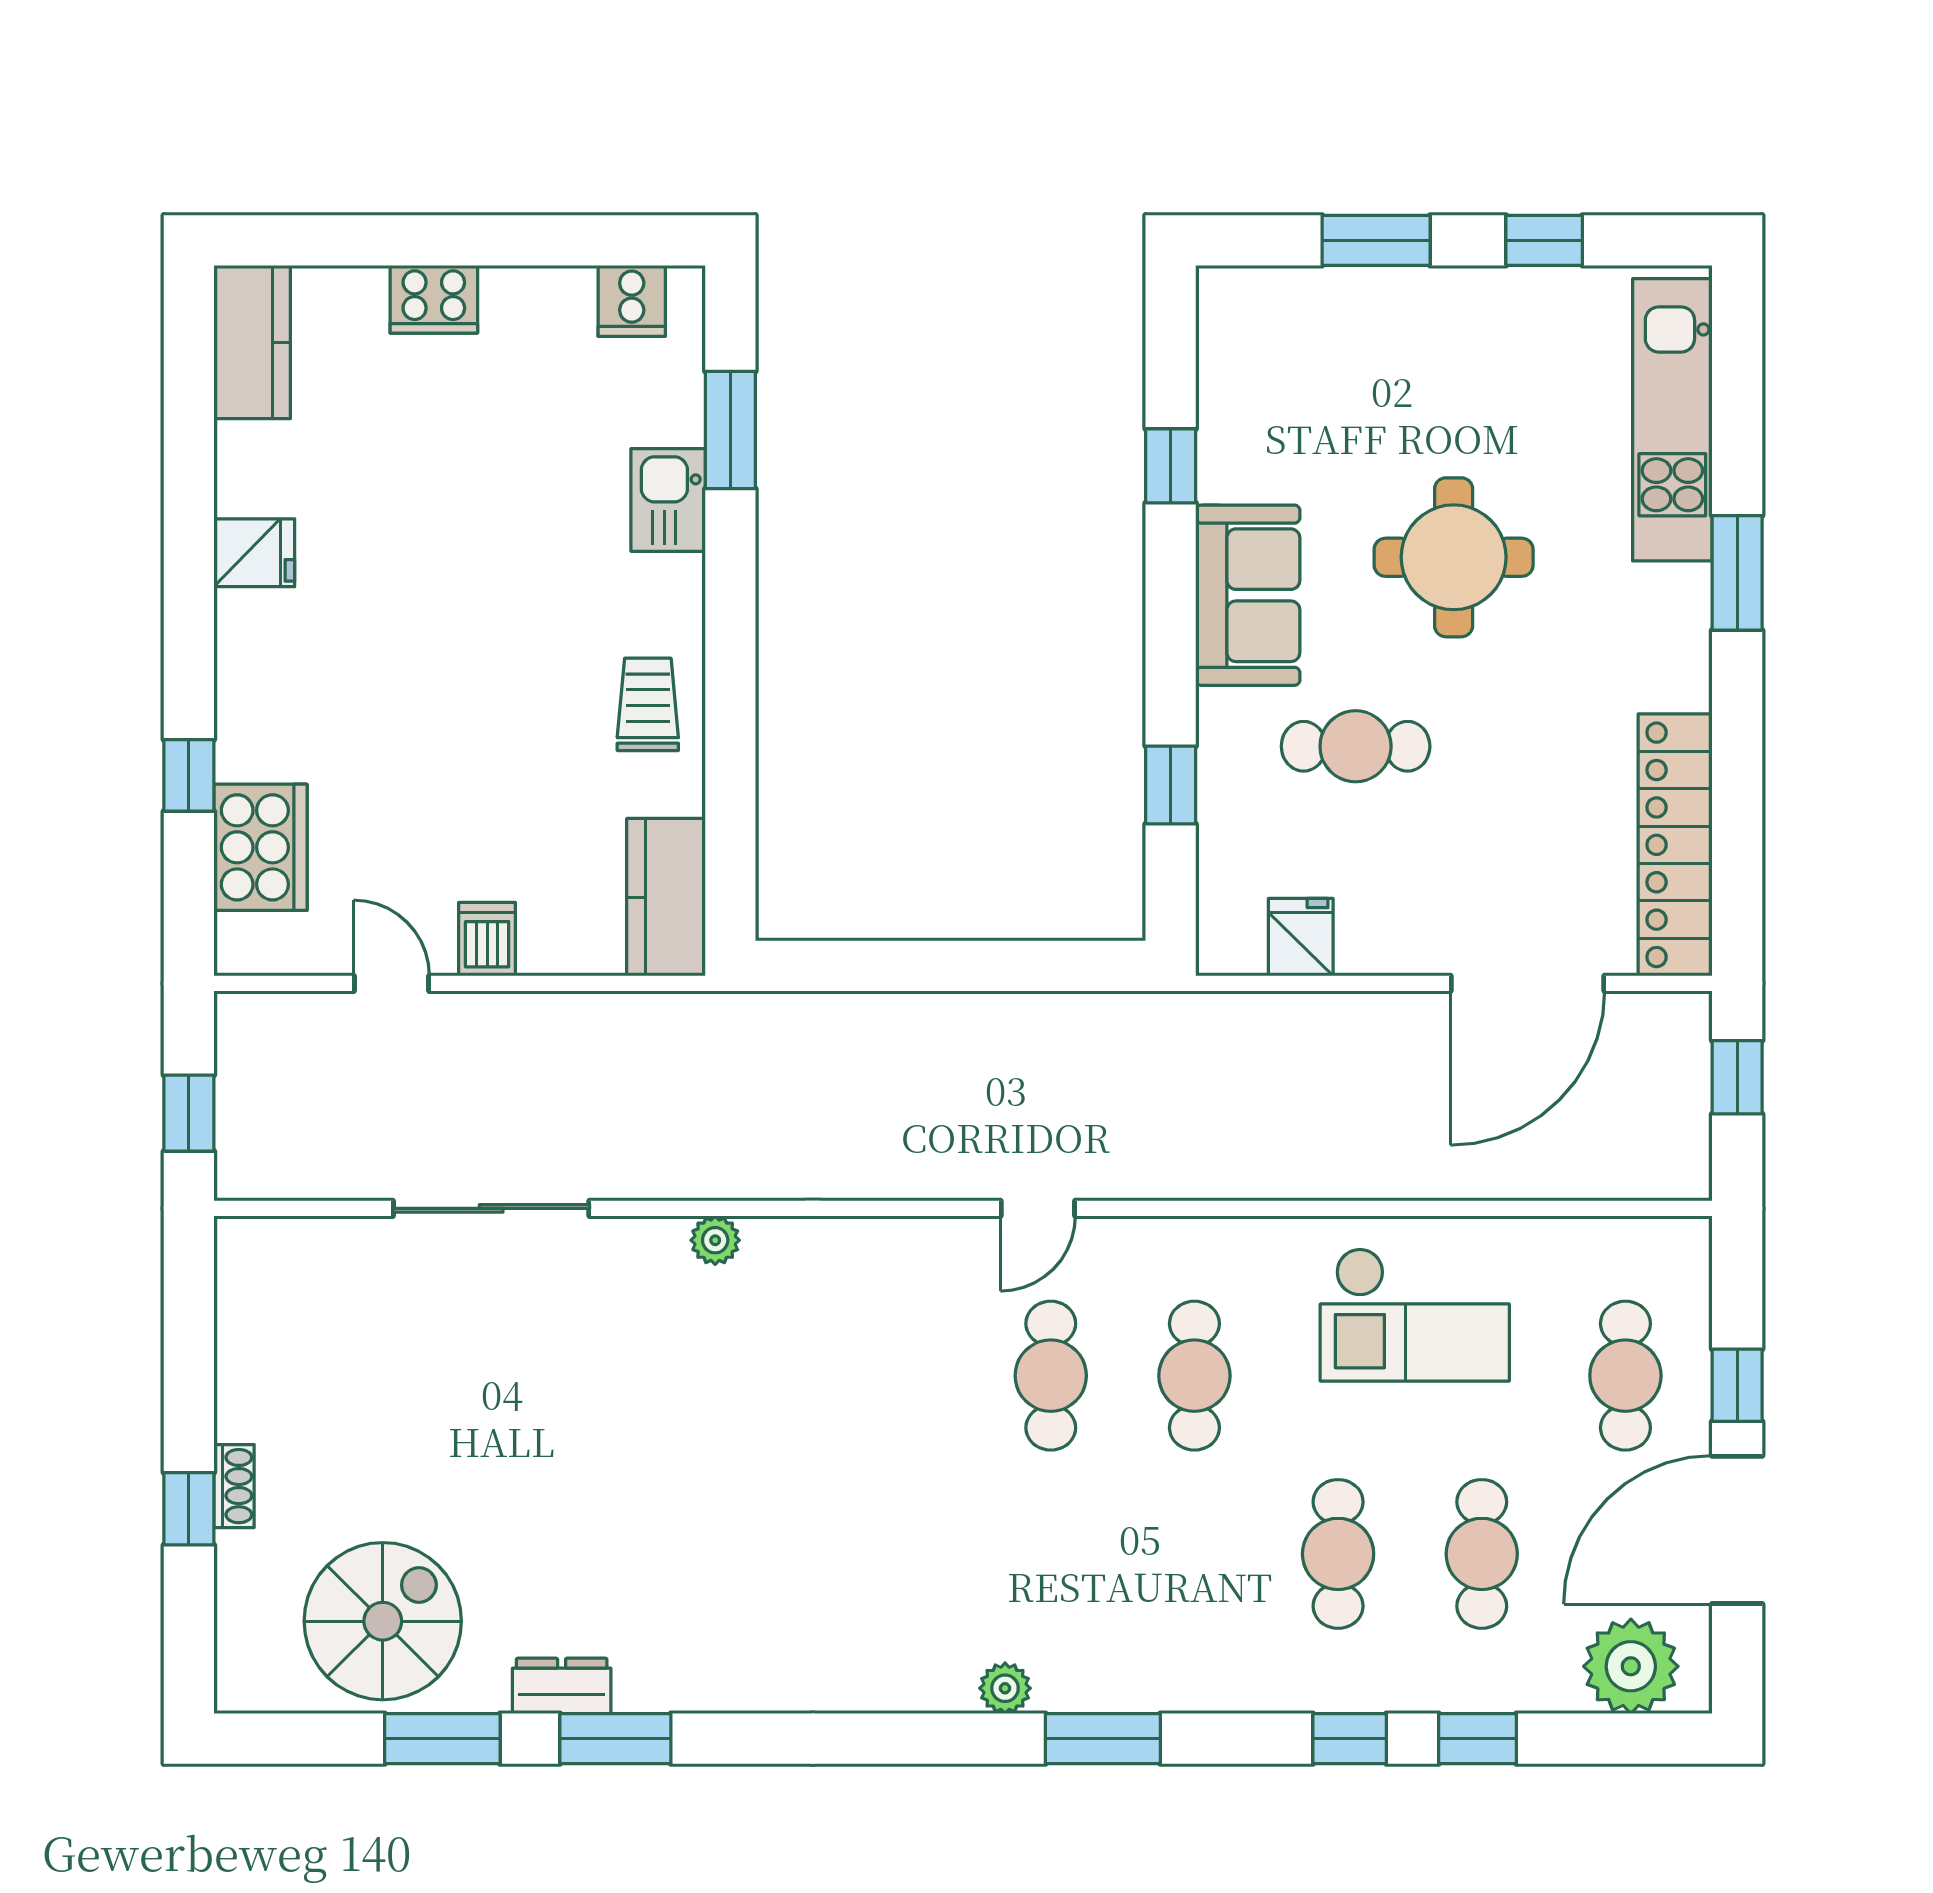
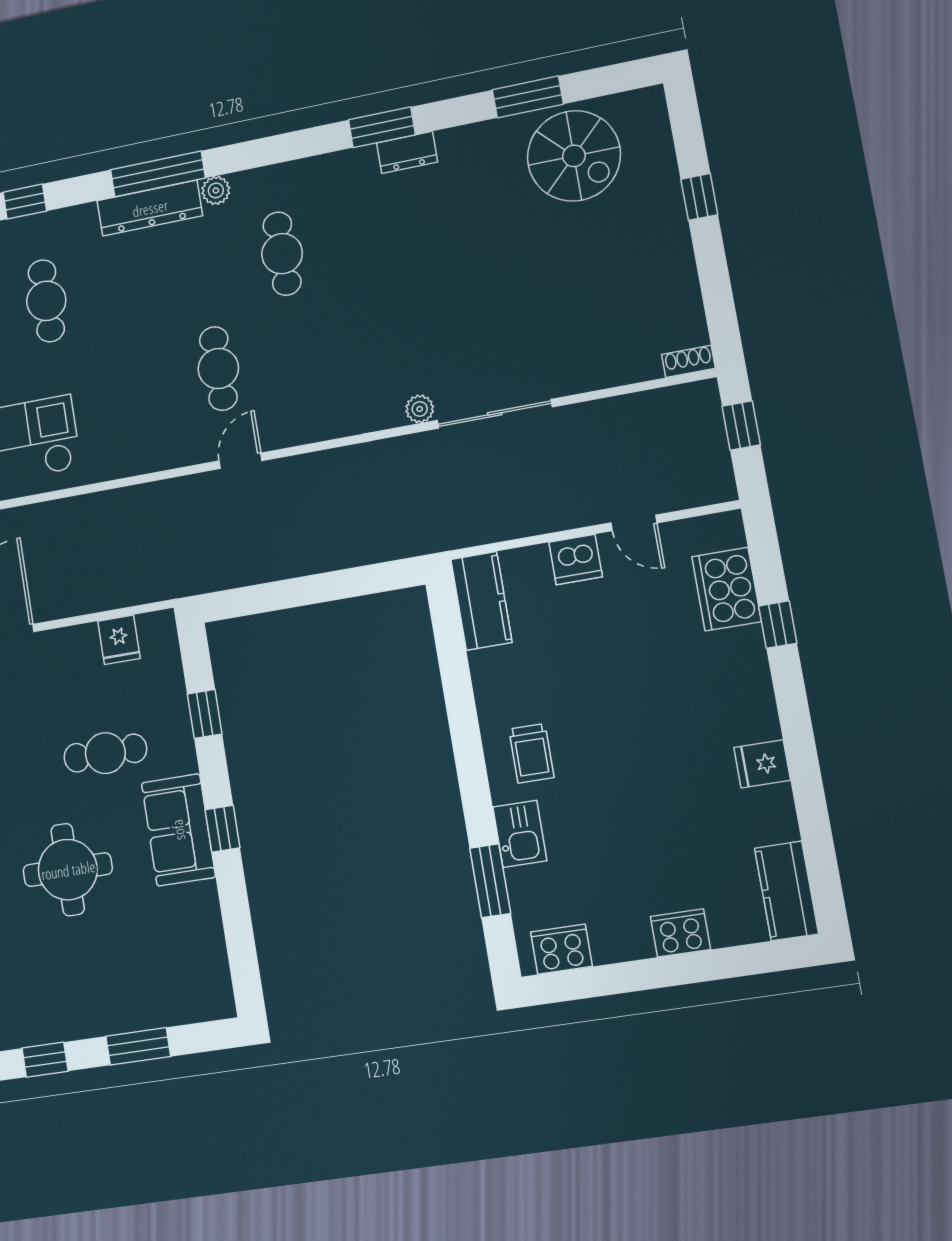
cooker: (632, 301) -> (562, 949), width x1.36
window: (1171, 466) -> (223, 829), moved
trolley: (648, 704) -> (531, 753), moved
dishwasher: (487, 939) -> (576, 560), width x1.38
sliding door: (491, 1208) -> (495, 414), moved
cafe table: (1194, 1376) -> (282, 254), moved
shoe rack: (234, 1486) -> (688, 361), moved, turned 90
spiral stairs: (383, 1621) -> (574, 156), turned -90
dresser: (1127, 1681) -> (150, 208), added
dresser: (562, 1686) -> (407, 152), moved
window: (615, 1739) -> (382, 127), moved
window: (1103, 1739) -> (158, 174), width x1.44

